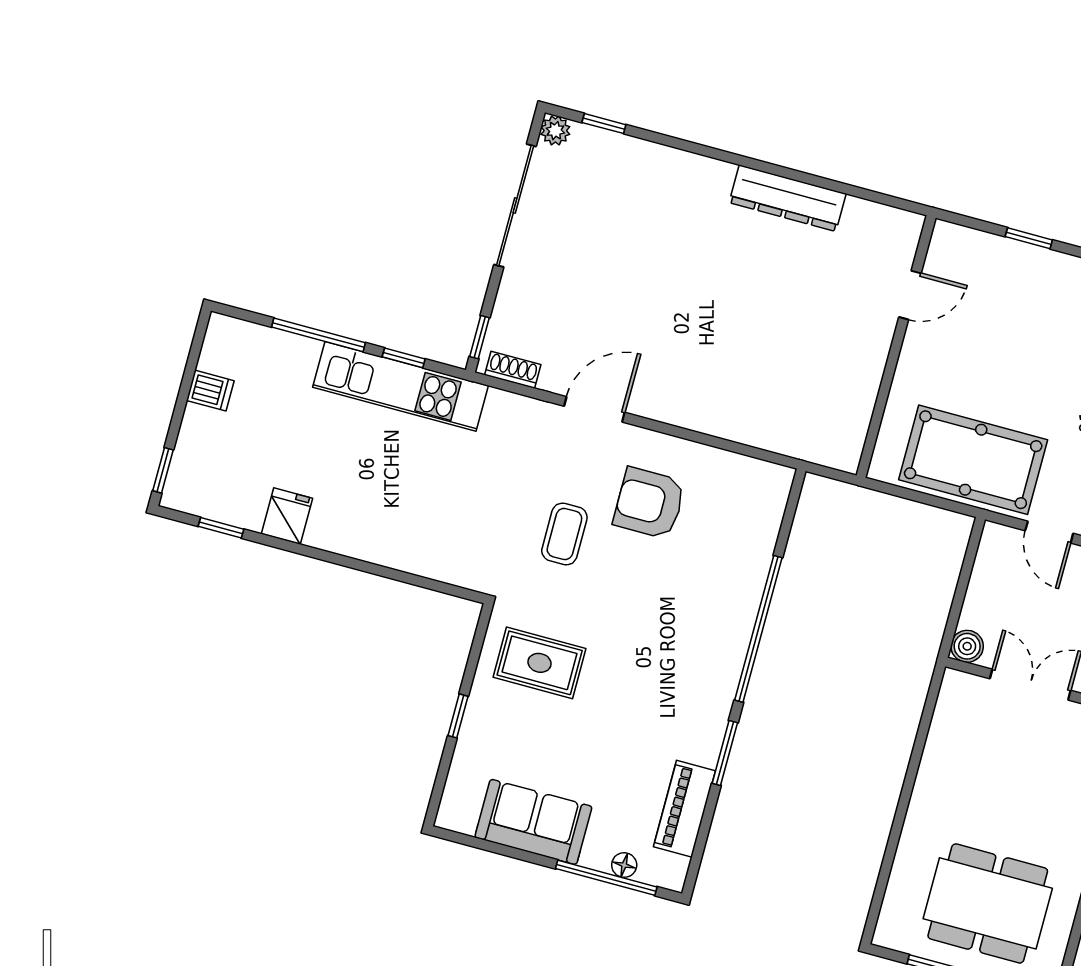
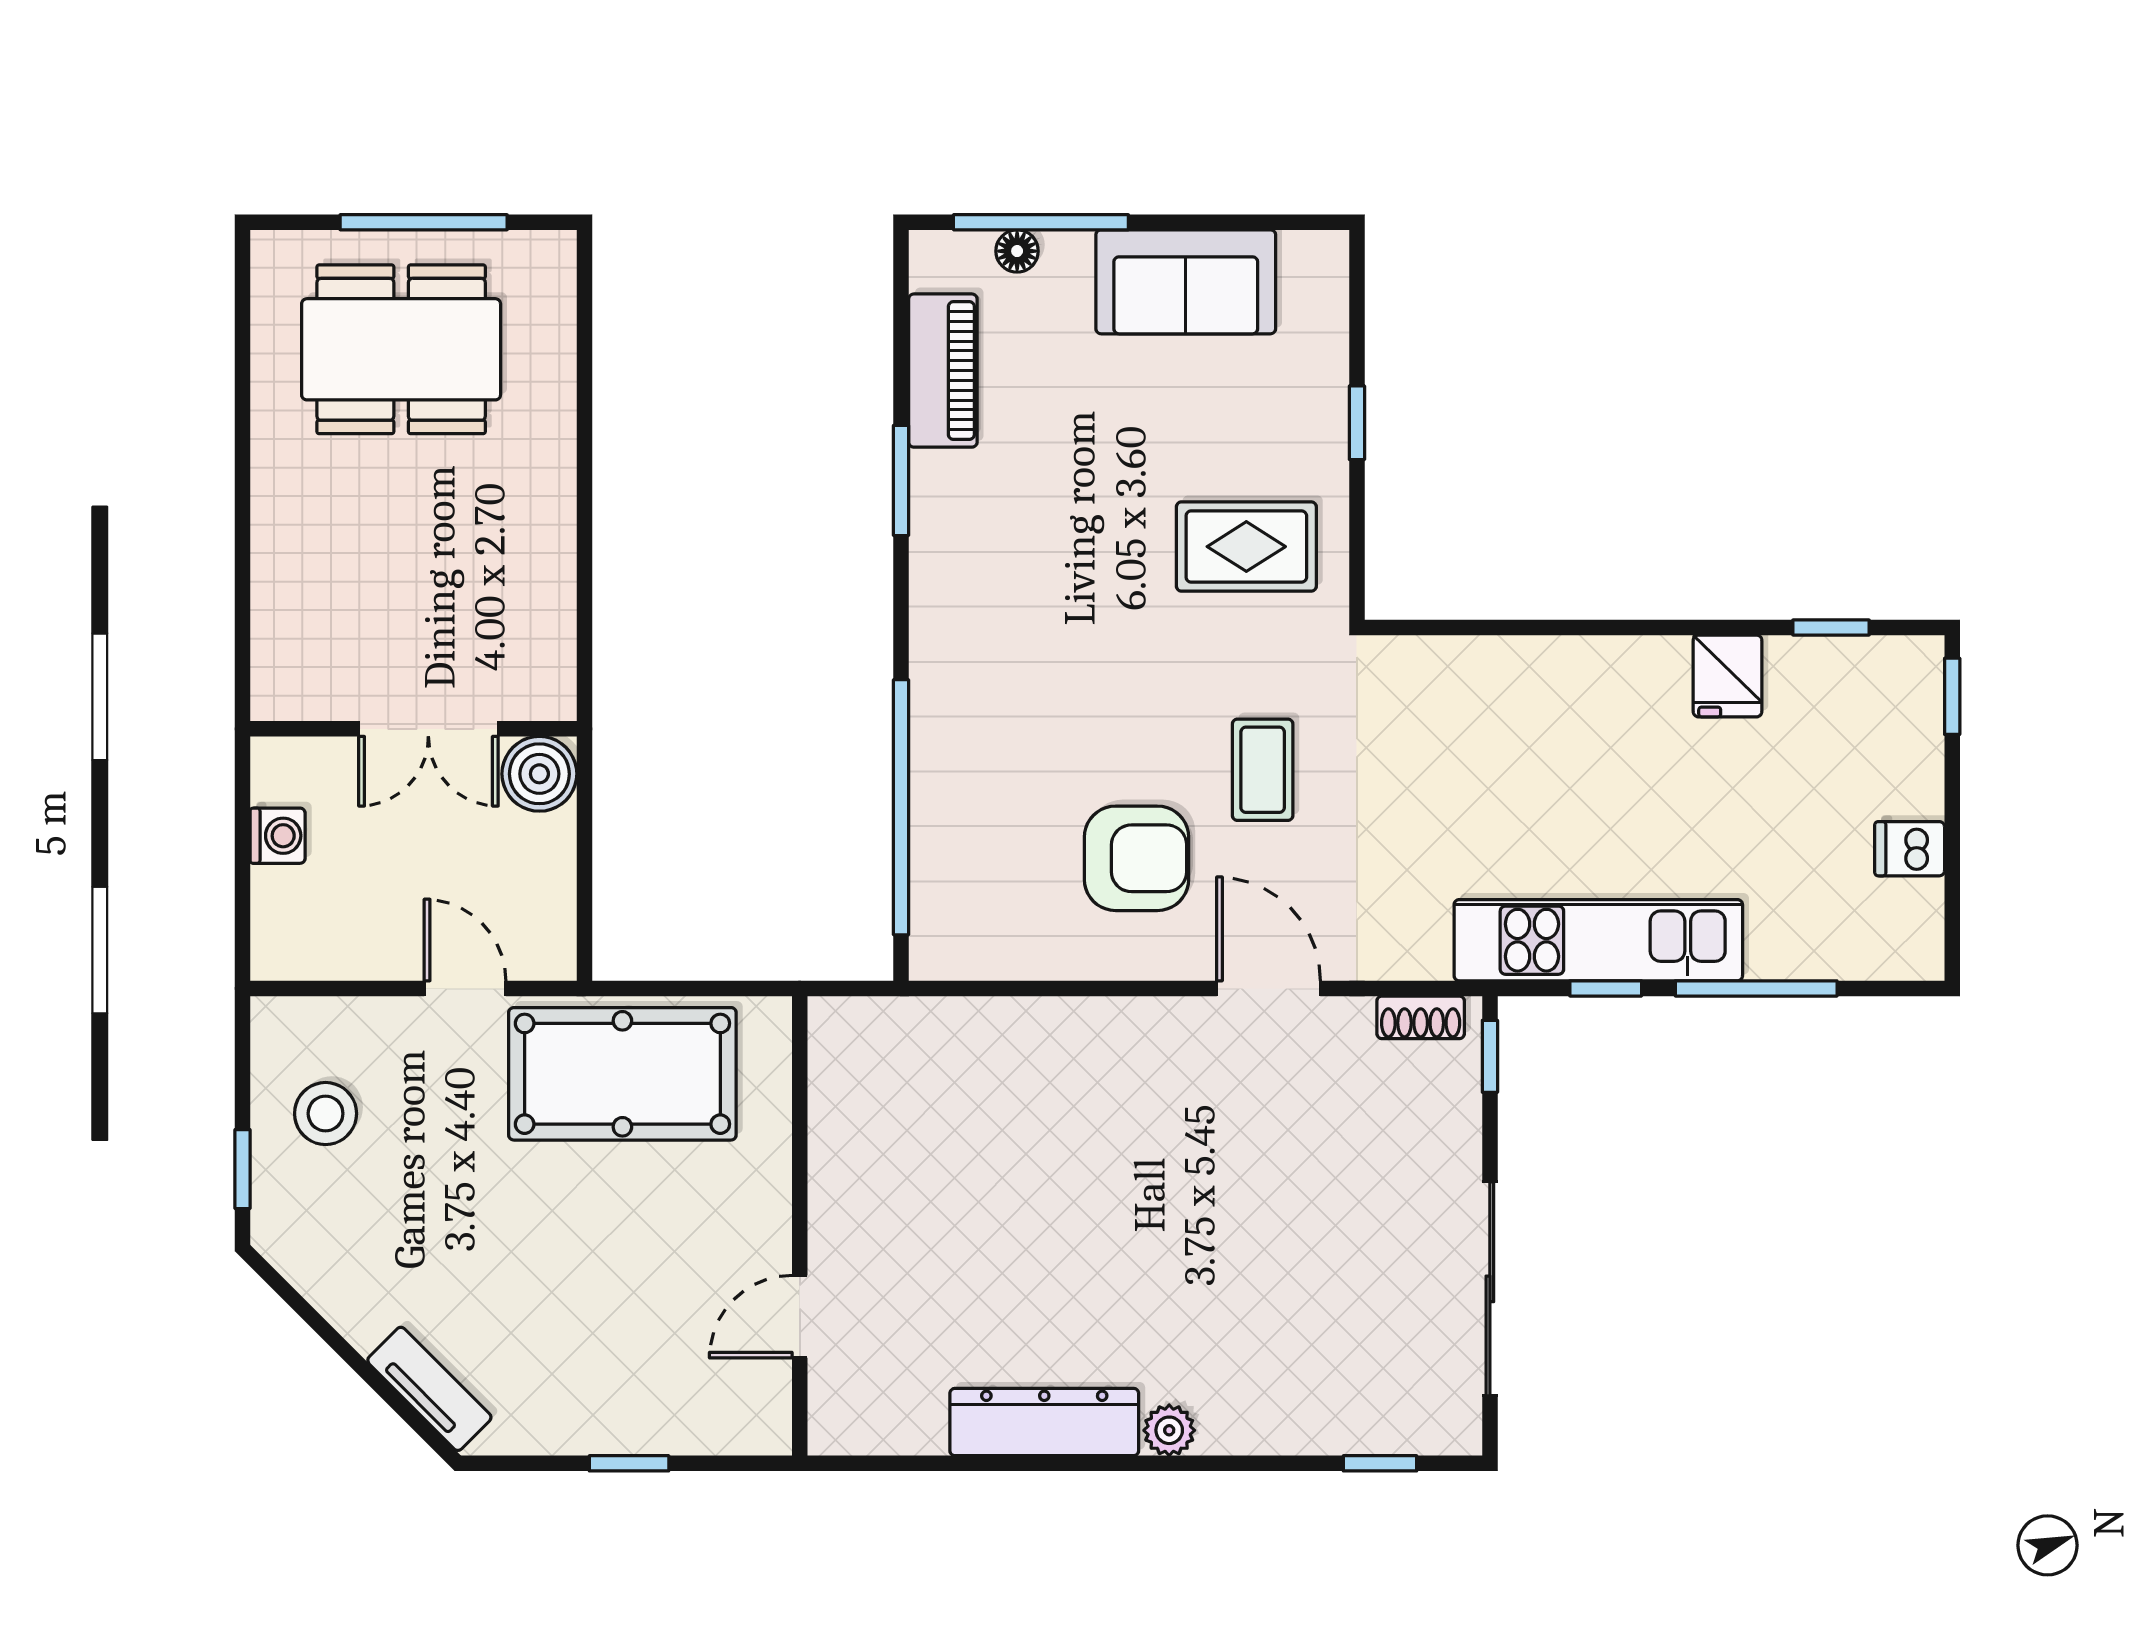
plant: (555, 131) -> (1169, 1430), moved
door: (594, 409) -> (1269, 988), swing flipped
window: (758, 629) -> (901, 807), moved
boiler: (967, 646) -> (539, 774), width x1.36, depth x1.36

